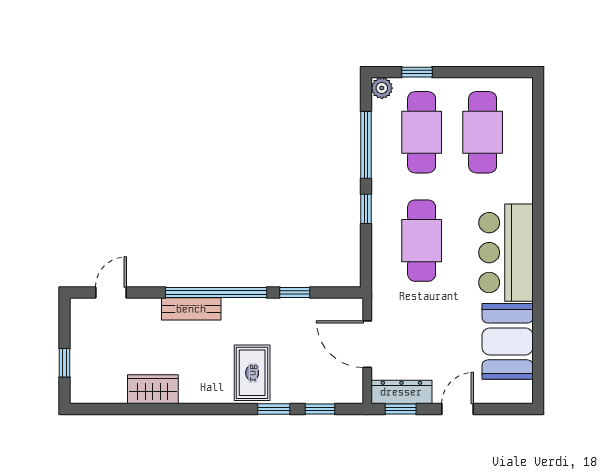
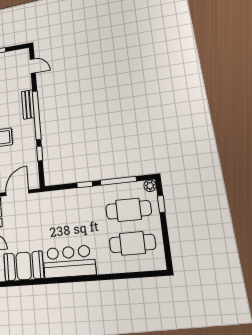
cafe table: (422, 241) -> (71, 215), removed

